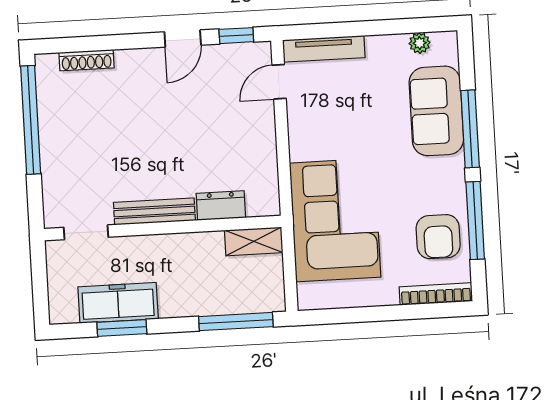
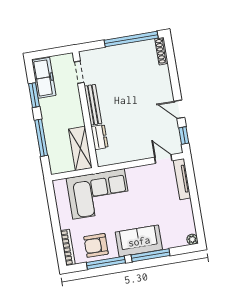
plant: (420, 43) -> (192, 239), moved
shoe rack: (87, 60) -> (161, 51), moved
sofa: (436, 111) -> (139, 241), moved
shelving: (254, 241) -> (80, 148), width x1.50, depth x1.33
freezer: (118, 303) -> (44, 78), moved
window: (236, 322) -> (41, 138), moved

